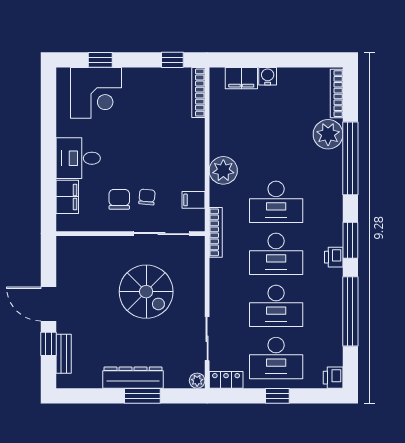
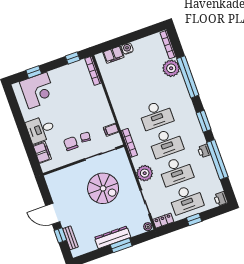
plant: (223, 170) -> (145, 173), moved
printer: (334, 257) -> (204, 151), moved

